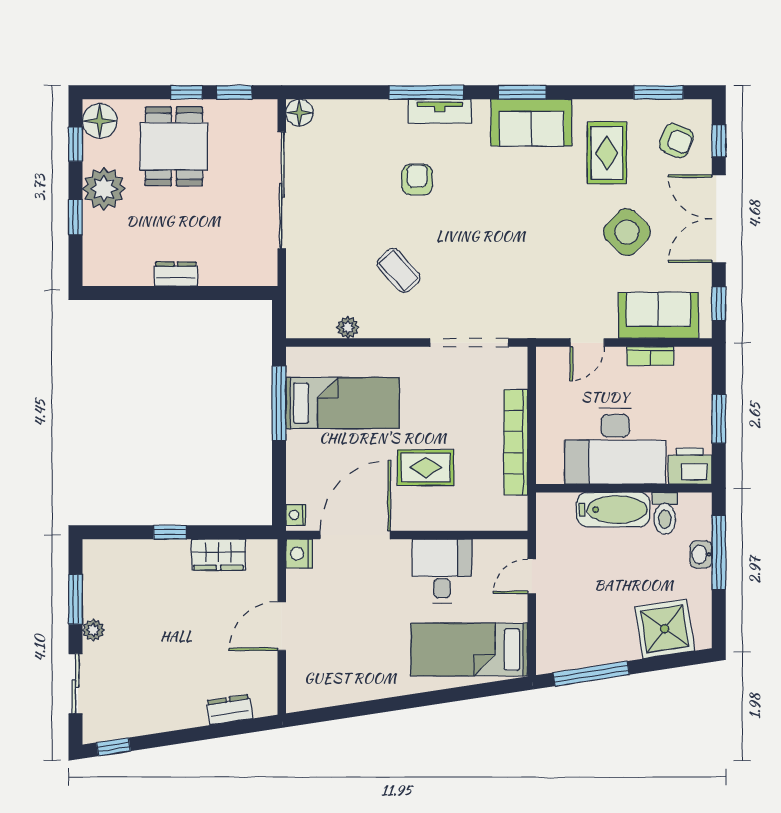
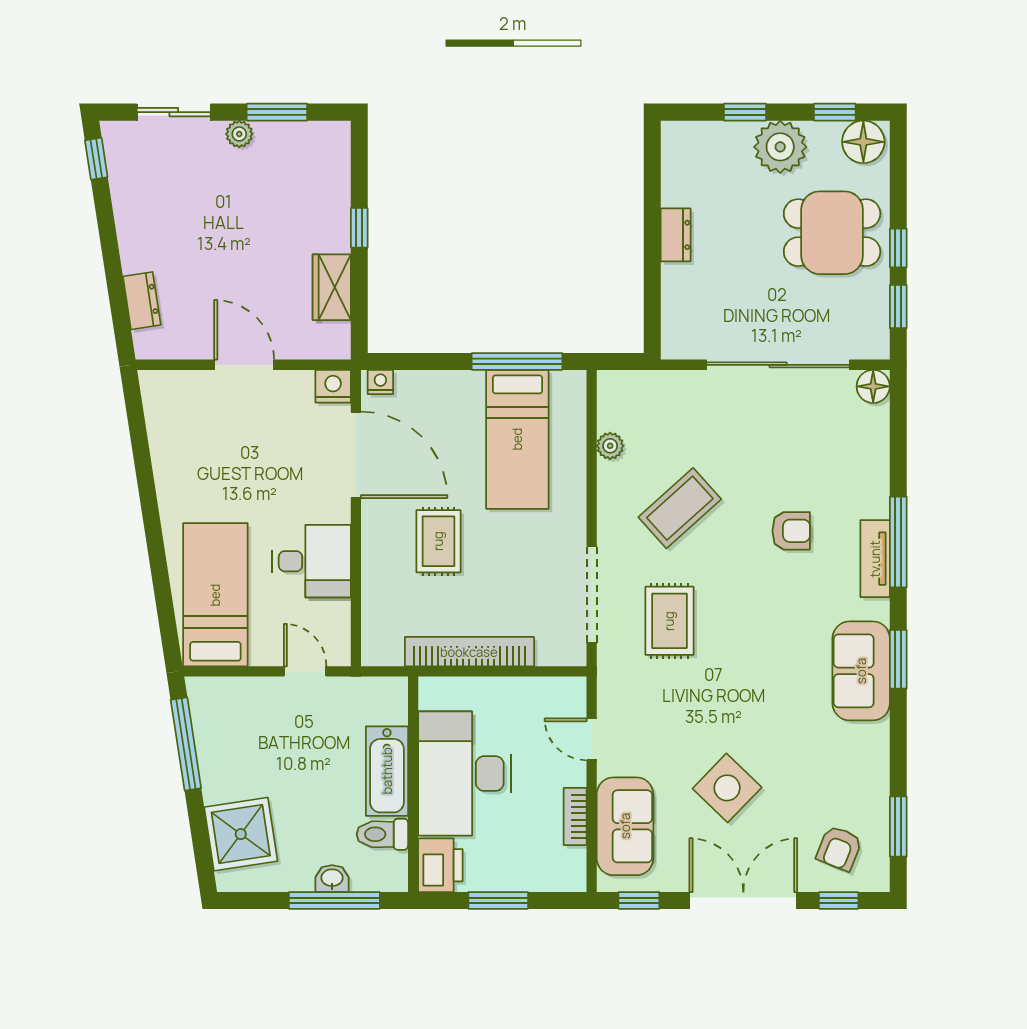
rug: (607, 153) -> (669, 621), moved, turned 90
coffee table: (399, 271) -> (680, 508), width x1.36, depth x1.30

